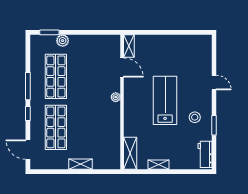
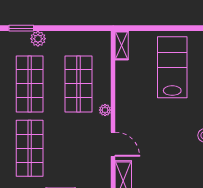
door: (122, 67) -> (113, 144), moved
shop shelf: (95, 76) -> (78, 84), added
lab bench: (165, 100) -> (172, 67), moved

